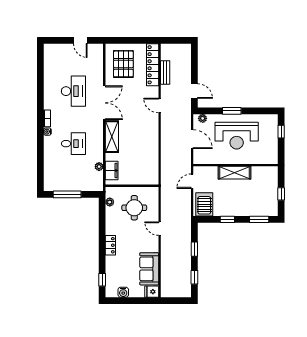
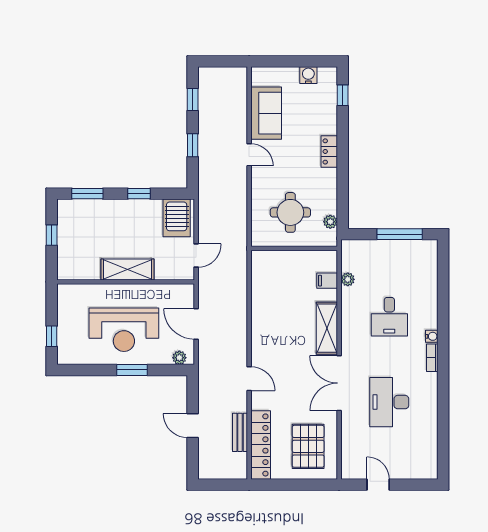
door: (194, 91) -> (193, 426), moved
reception desk: (237, 136) -> (124, 330), turned 180
desk: (73, 144) -> (389, 317), turned -90
filing cabinet: (112, 171) -> (327, 281), width x0.50
door: (160, 229) -> (249, 155), moved
fridge: (152, 292) -> (262, 76), removed

